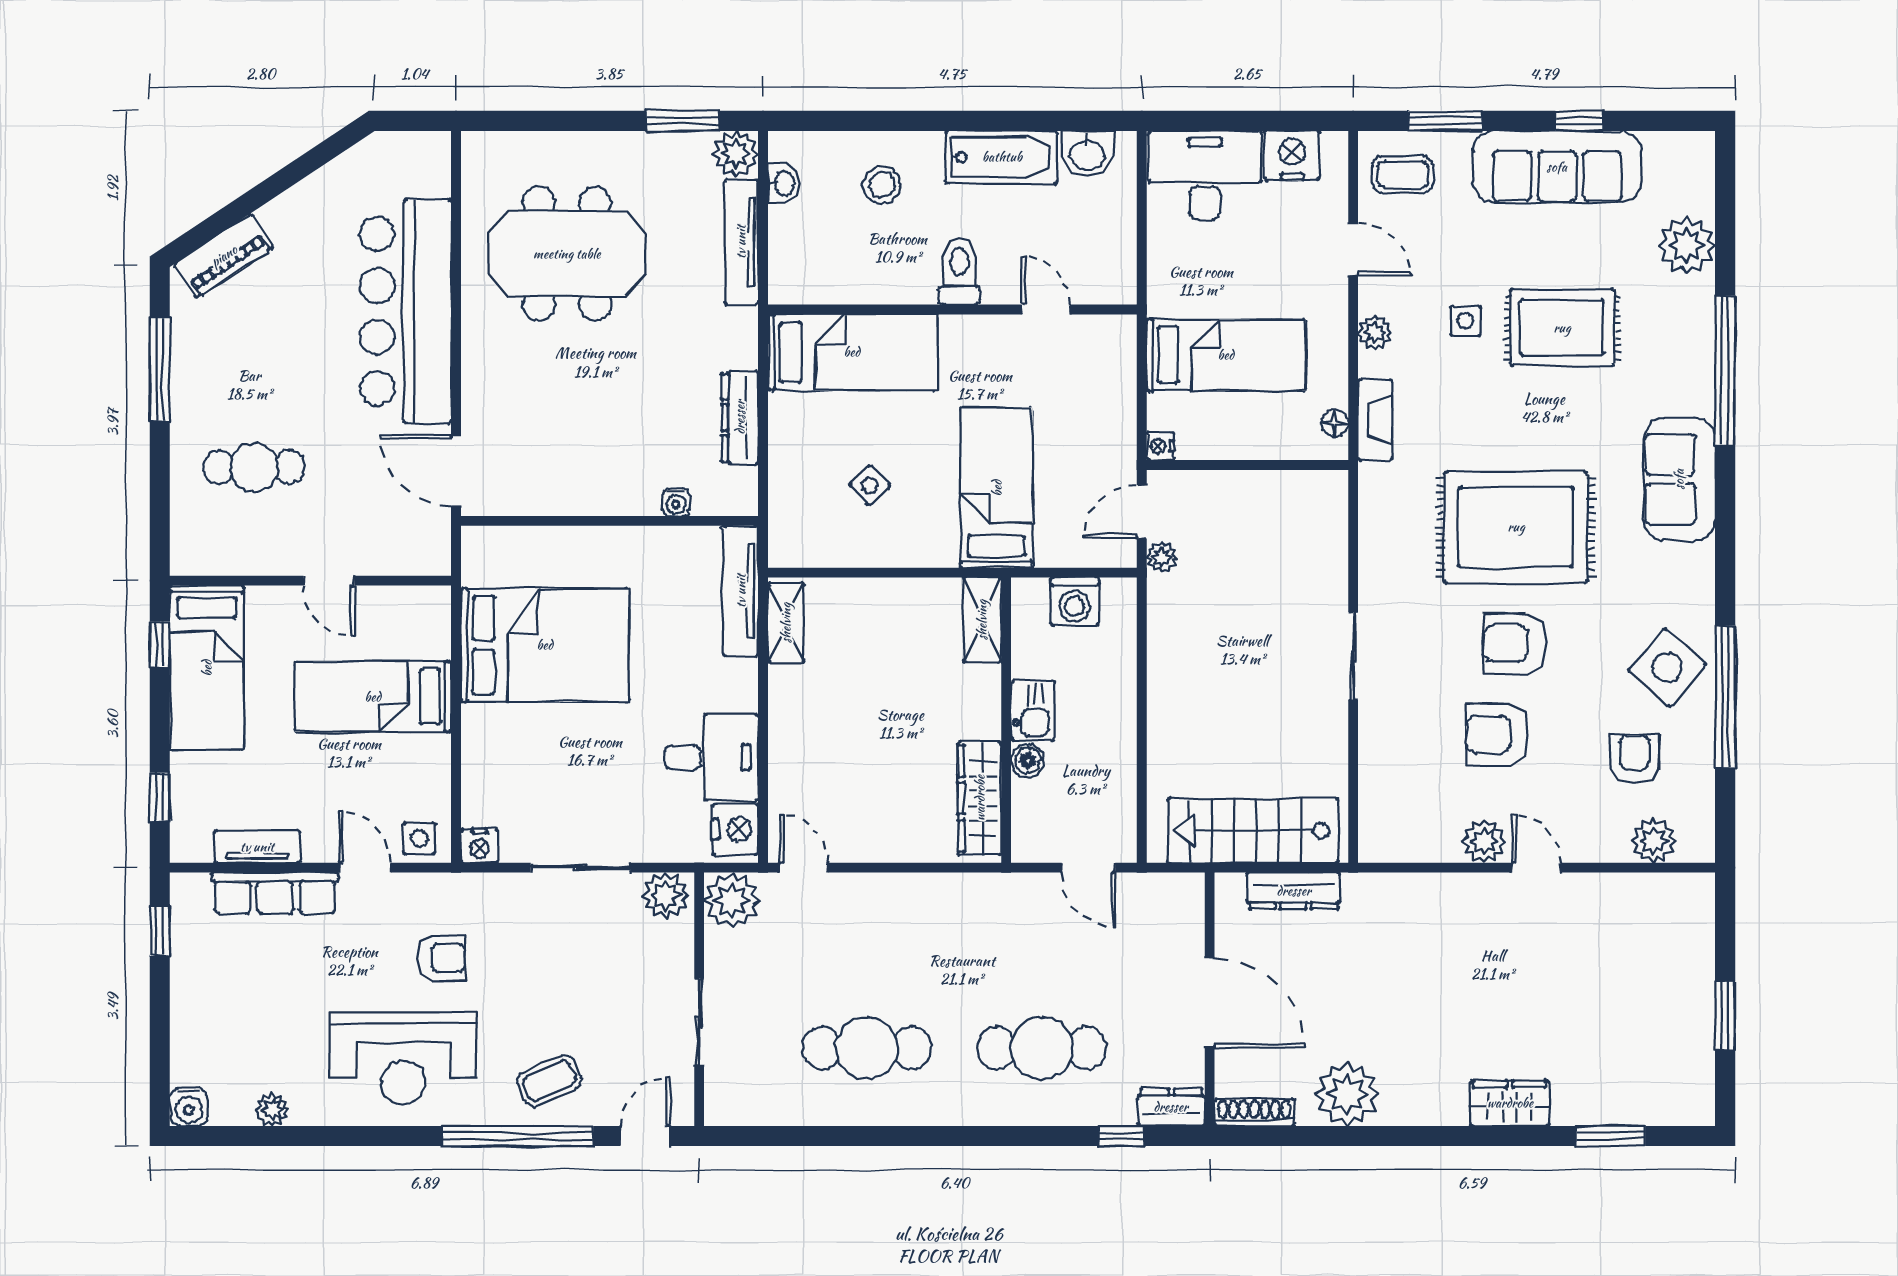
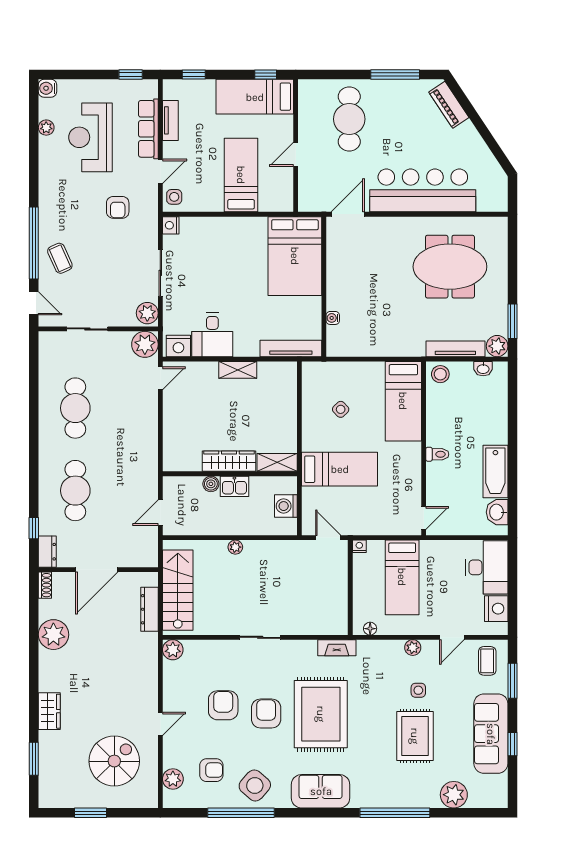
stool: (882, 185) -> (440, 374), moved
meeting table: (567, 254) -> (450, 267), turned 90
toilet: (959, 271) -> (437, 454), width x0.73, depth x0.72
door: (1046, 310) -> (424, 518), moved
dresser: (740, 417) -> (373, 348), removed
fireplace: (1375, 420) -> (337, 648), moved
cafe table: (254, 467) -> (349, 119), width x1.37, depth x1.35
sofa: (1679, 479) -> (321, 791), moved
plant: (1162, 557) -> (235, 547), moved
shelving: (786, 623) -> (238, 370), moved
bed: (545, 645) -> (295, 256), moved
wardrobe: (980, 798) -> (229, 461), moved
plant: (1484, 841) -> (173, 650), moved
spiral stairs: (1615, 965) -> (114, 761), added
reception desk: (403, 1059) -> (90, 137), moved
shoe rack: (1254, 1112) -> (45, 585), width x0.70

